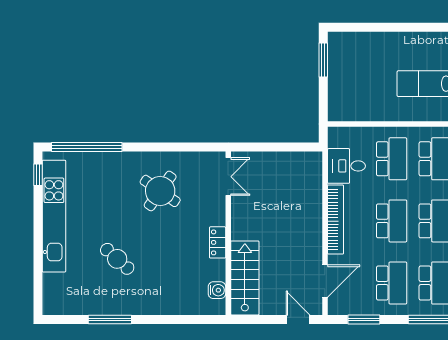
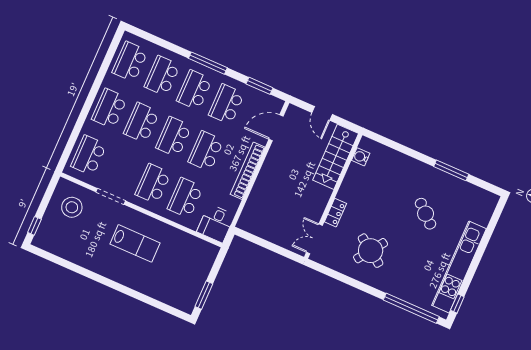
desk: (346, 166) -> (216, 223), moved, turned 90
locker: (218, 242) -> (335, 213), moved
door: (298, 320) -> (322, 113), moved

